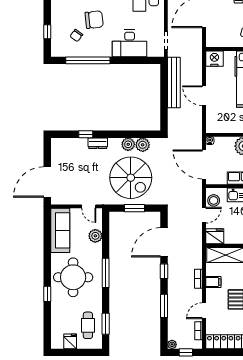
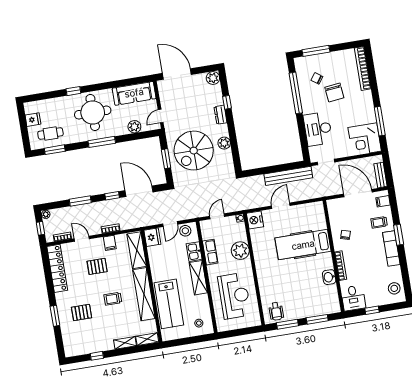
window: (47, 32) -> (316, 51), width x2.17
nightstand: (214, 59) -> (255, 220), moved, turned 180
plant: (143, 145) -> (213, 78), moved
door: (204, 164) -> (217, 216), width x0.53
door: (204, 215) -> (170, 224), hinge flipped

